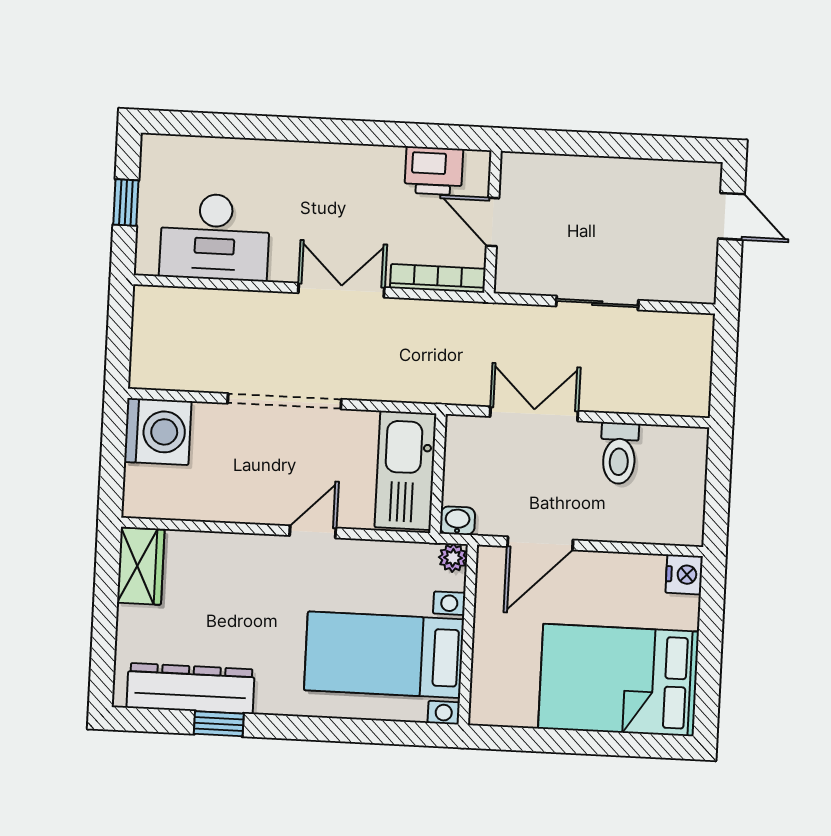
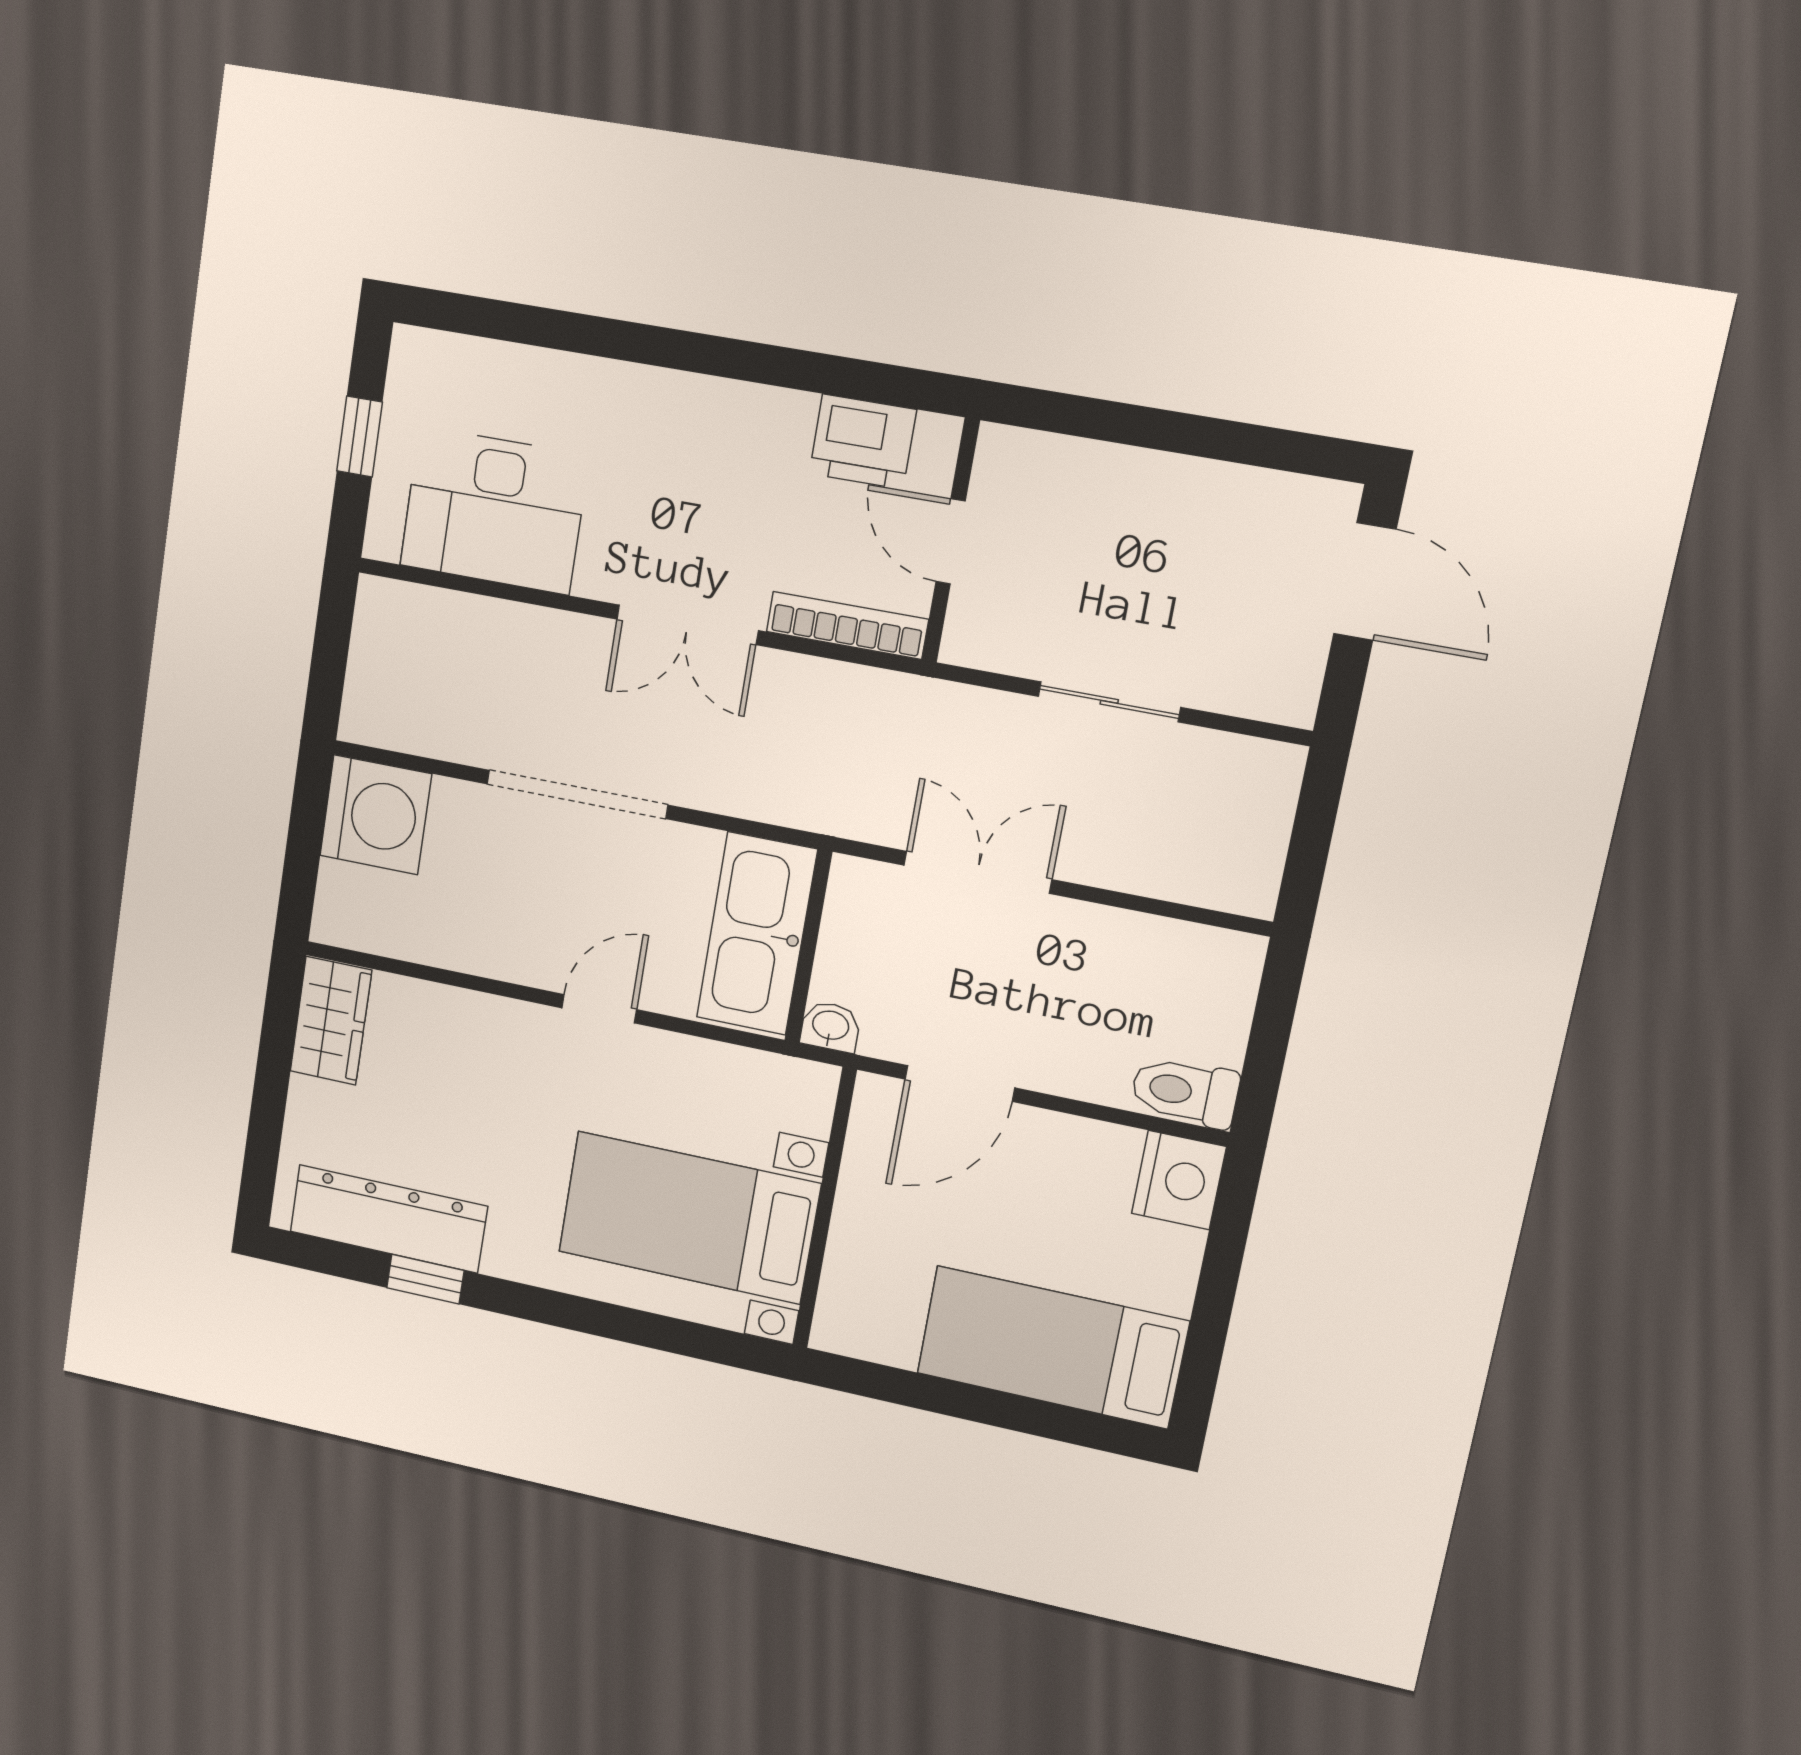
door: (731, 216) -> (1365, 582), width x1.38
double door: (341, 290) -> (687, 625), swing flipped
toilet: (619, 453) -> (1185, 1092), moved, turned 90
plant: (453, 558) -> (816, 1084), removed
nightstand: (684, 574) -> (1179, 1180), width x1.36, depth x1.33
bed: (619, 680) -> (1052, 1347), width x0.67

